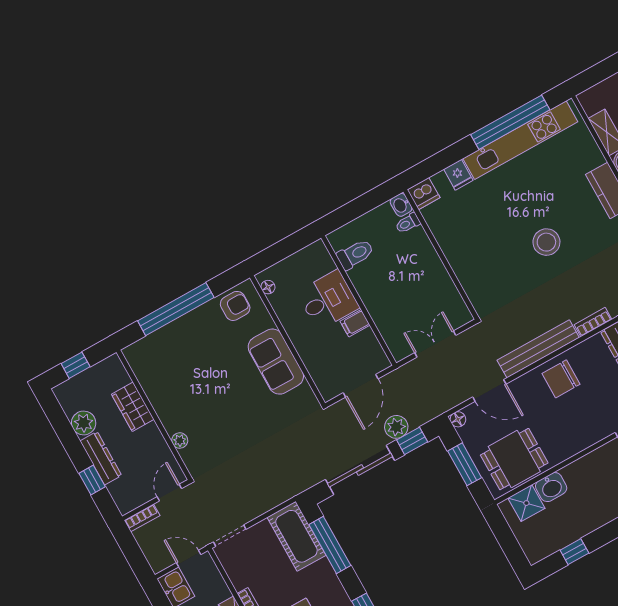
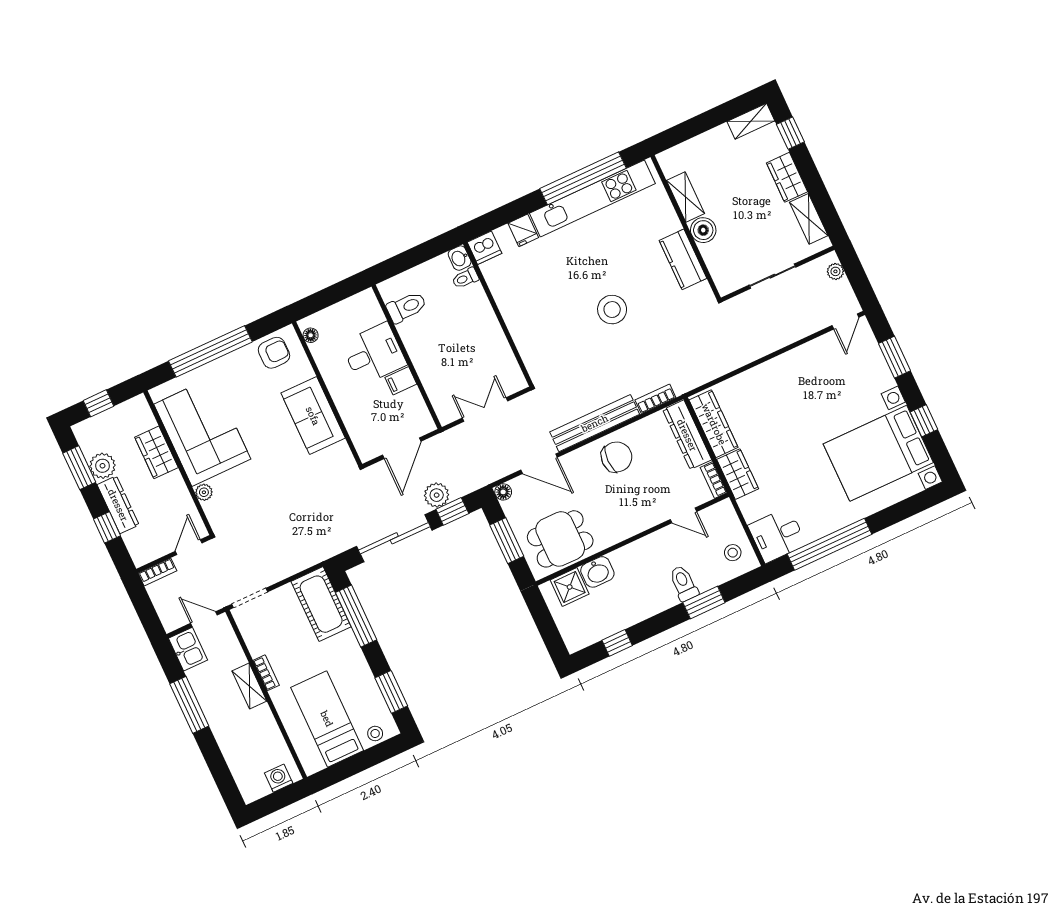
chair: (561, 379) -> (617, 457), turned 180
corner sofa: (174, 384) -> (202, 432), added
window: (62, 426) -> (79, 468), added

